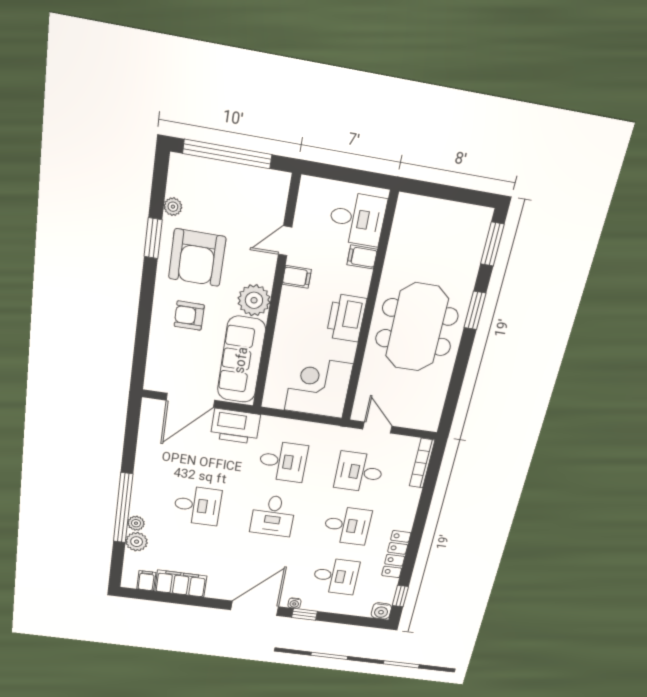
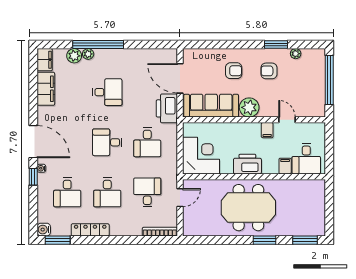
armchair: (197, 258) -> (269, 71), width x0.53, depth x0.53
armchair: (189, 316) -> (234, 71), turned 90
desk: (197, 505) -> (107, 92), turned -90
filing cabinet: (146, 581) -> (45, 60), width x2.00
window: (400, 596) -> (58, 240), width x1.50

